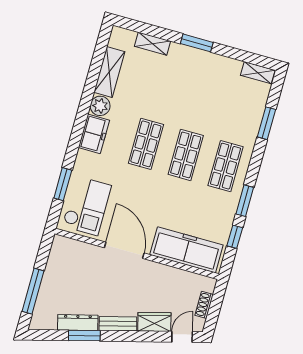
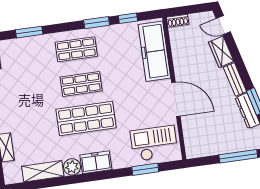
shop shelf: (146, 144) -> (86, 119), width x1.43, depth x1.36
door: (124, 250) -> (176, 99), swing flipped
shoe rack: (204, 305) -> (178, 21), moved

